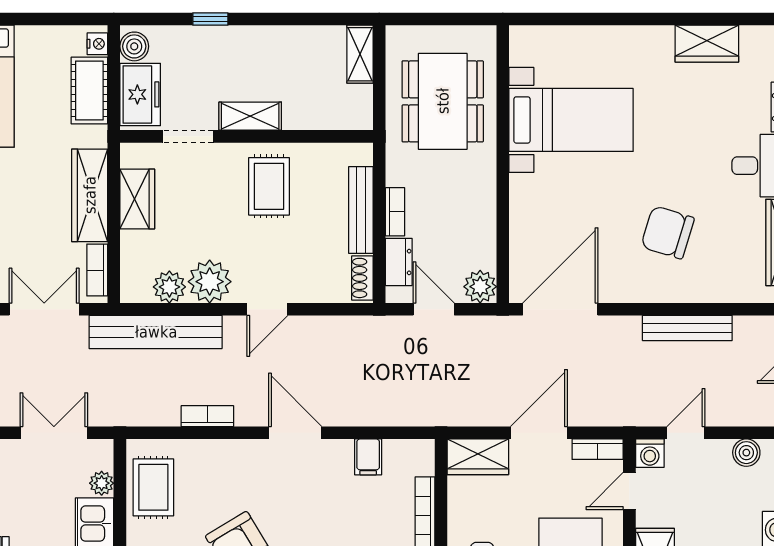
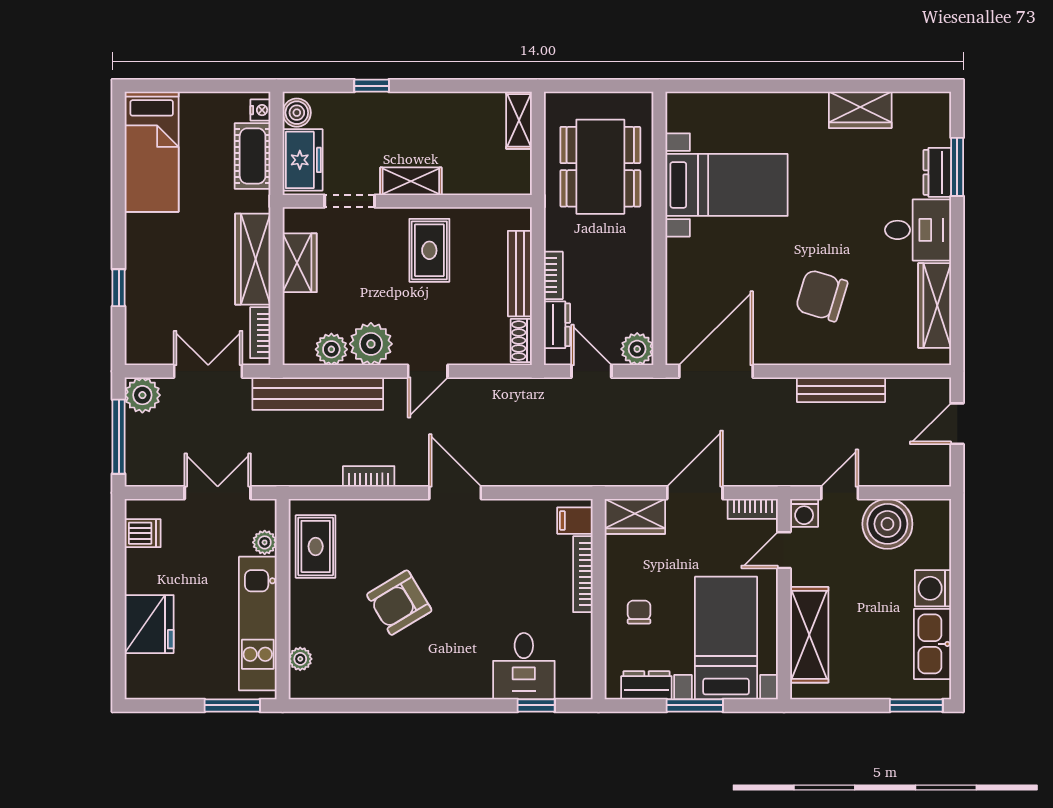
boiler: (746, 453) -> (887, 524), width x1.86, depth x1.86
filing cabinet: (368, 457) -> (575, 521), moved, turned 90

